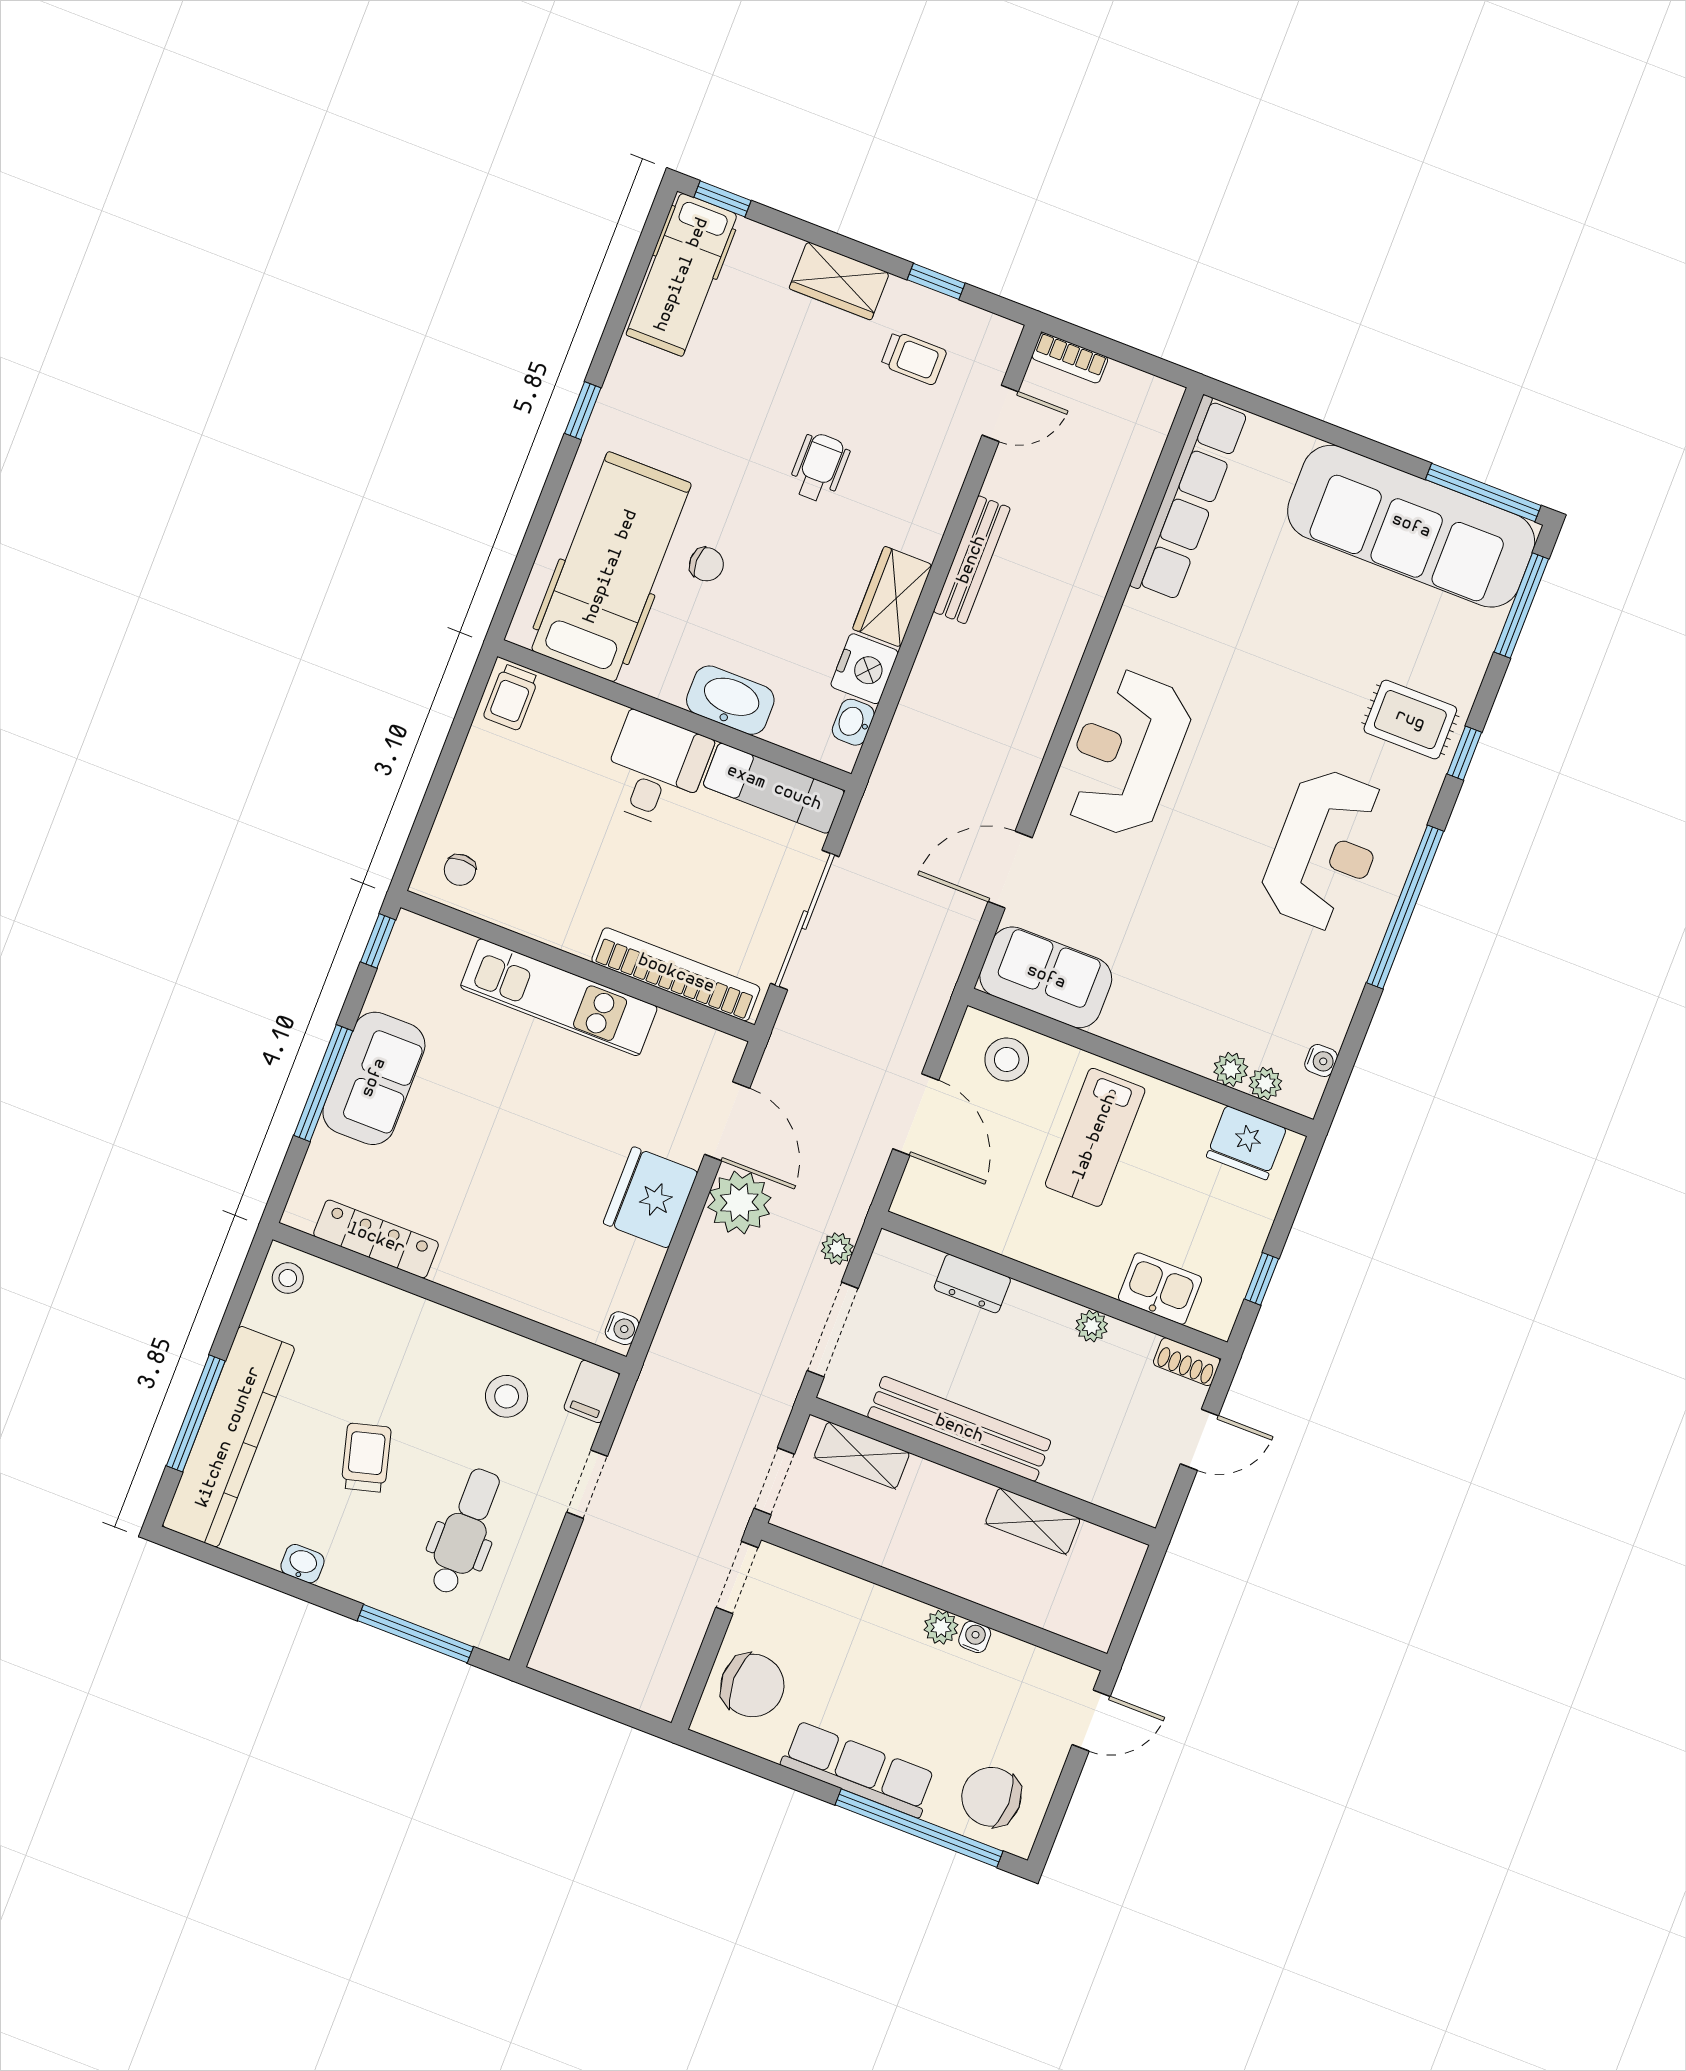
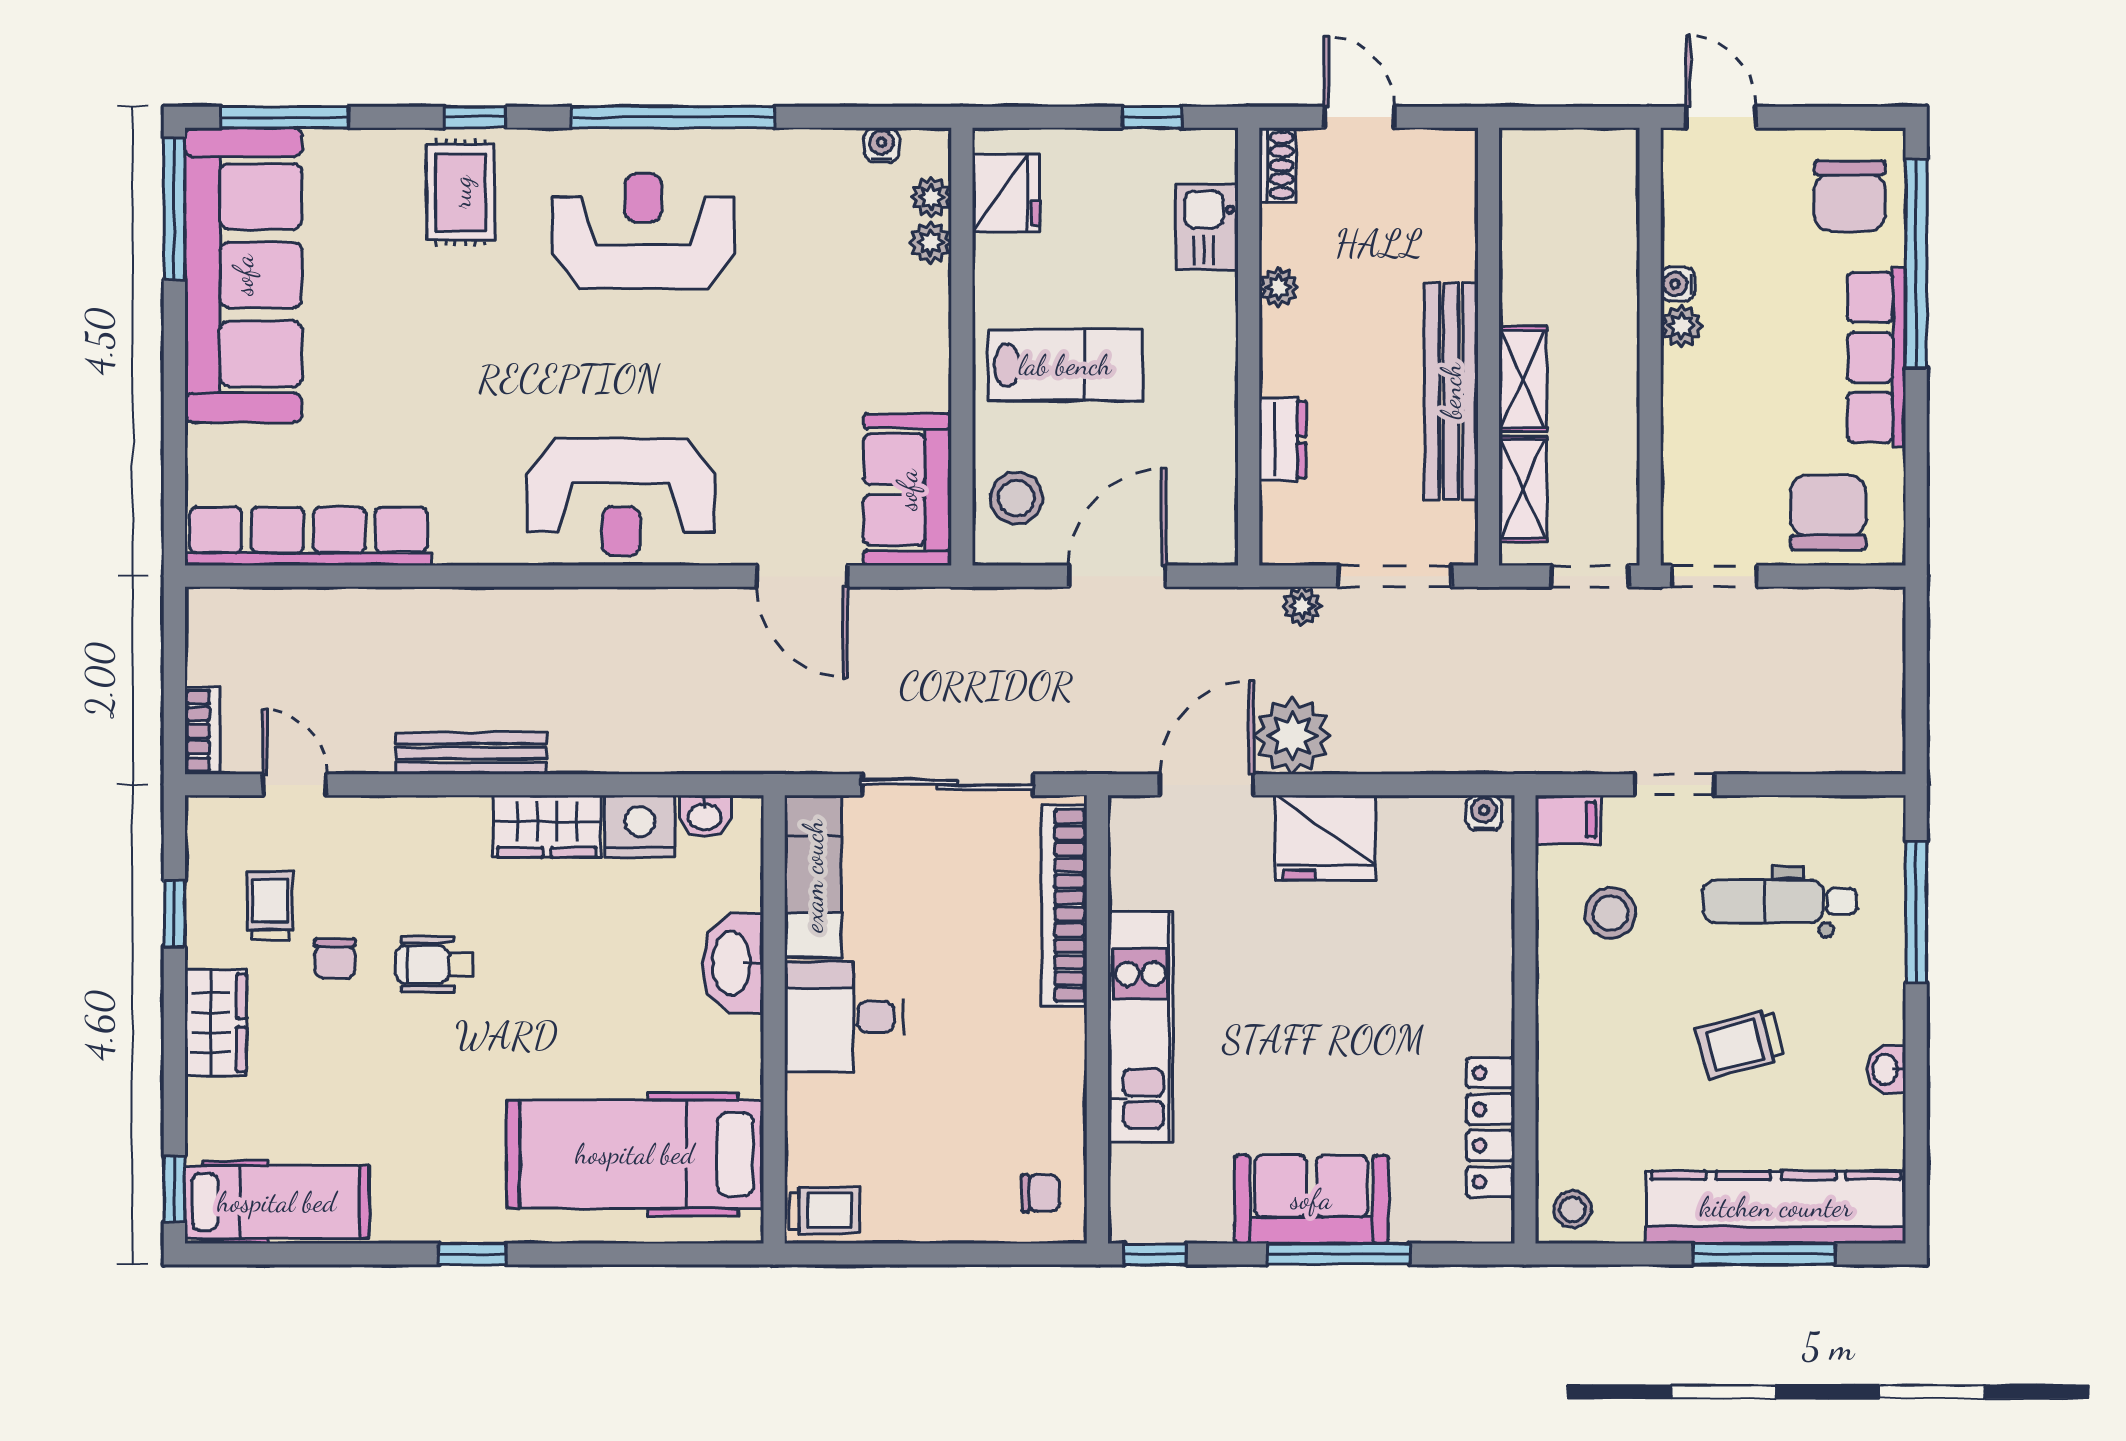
chair: (706, 564) -> (335, 958), moved, turned 180
shelving: (1033, 1521) -> (1523, 379), moved

